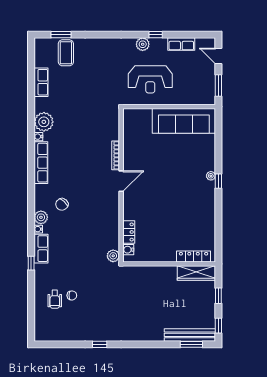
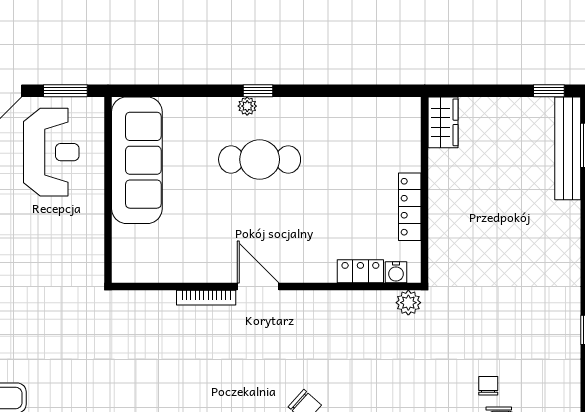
reception desk: (150, 79) -> (51, 152), moved
cafe table: (184, 182) -> (260, 159), added
locker: (194, 257) -> (410, 207), moved
wardrobe: (196, 273) -> (443, 122), width x0.67
window: (218, 296) -> (489, 91), removed

